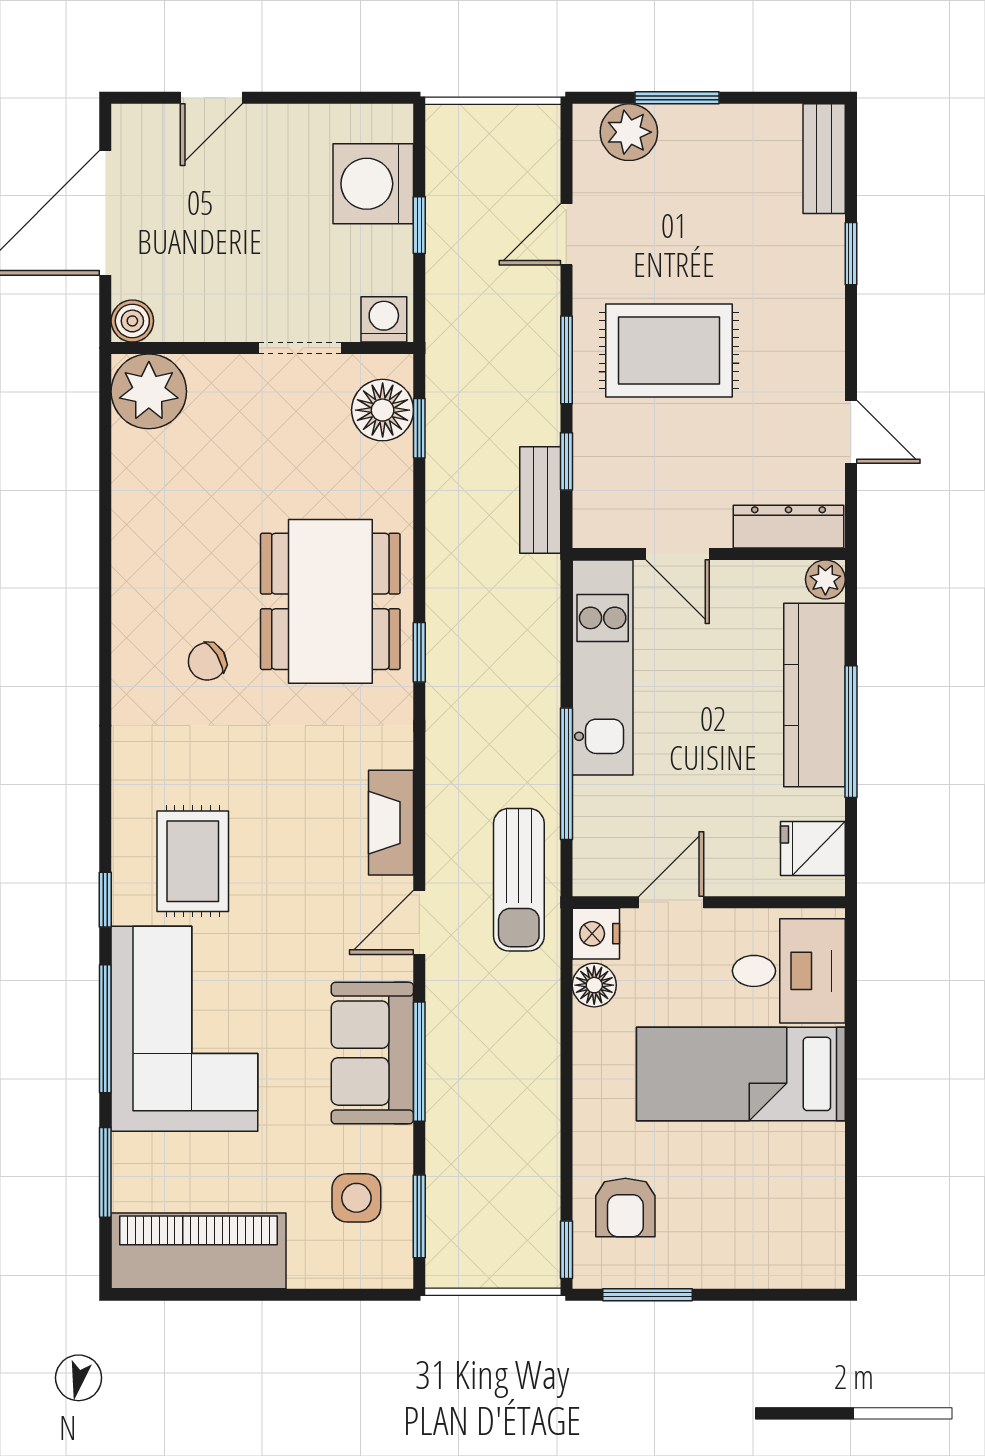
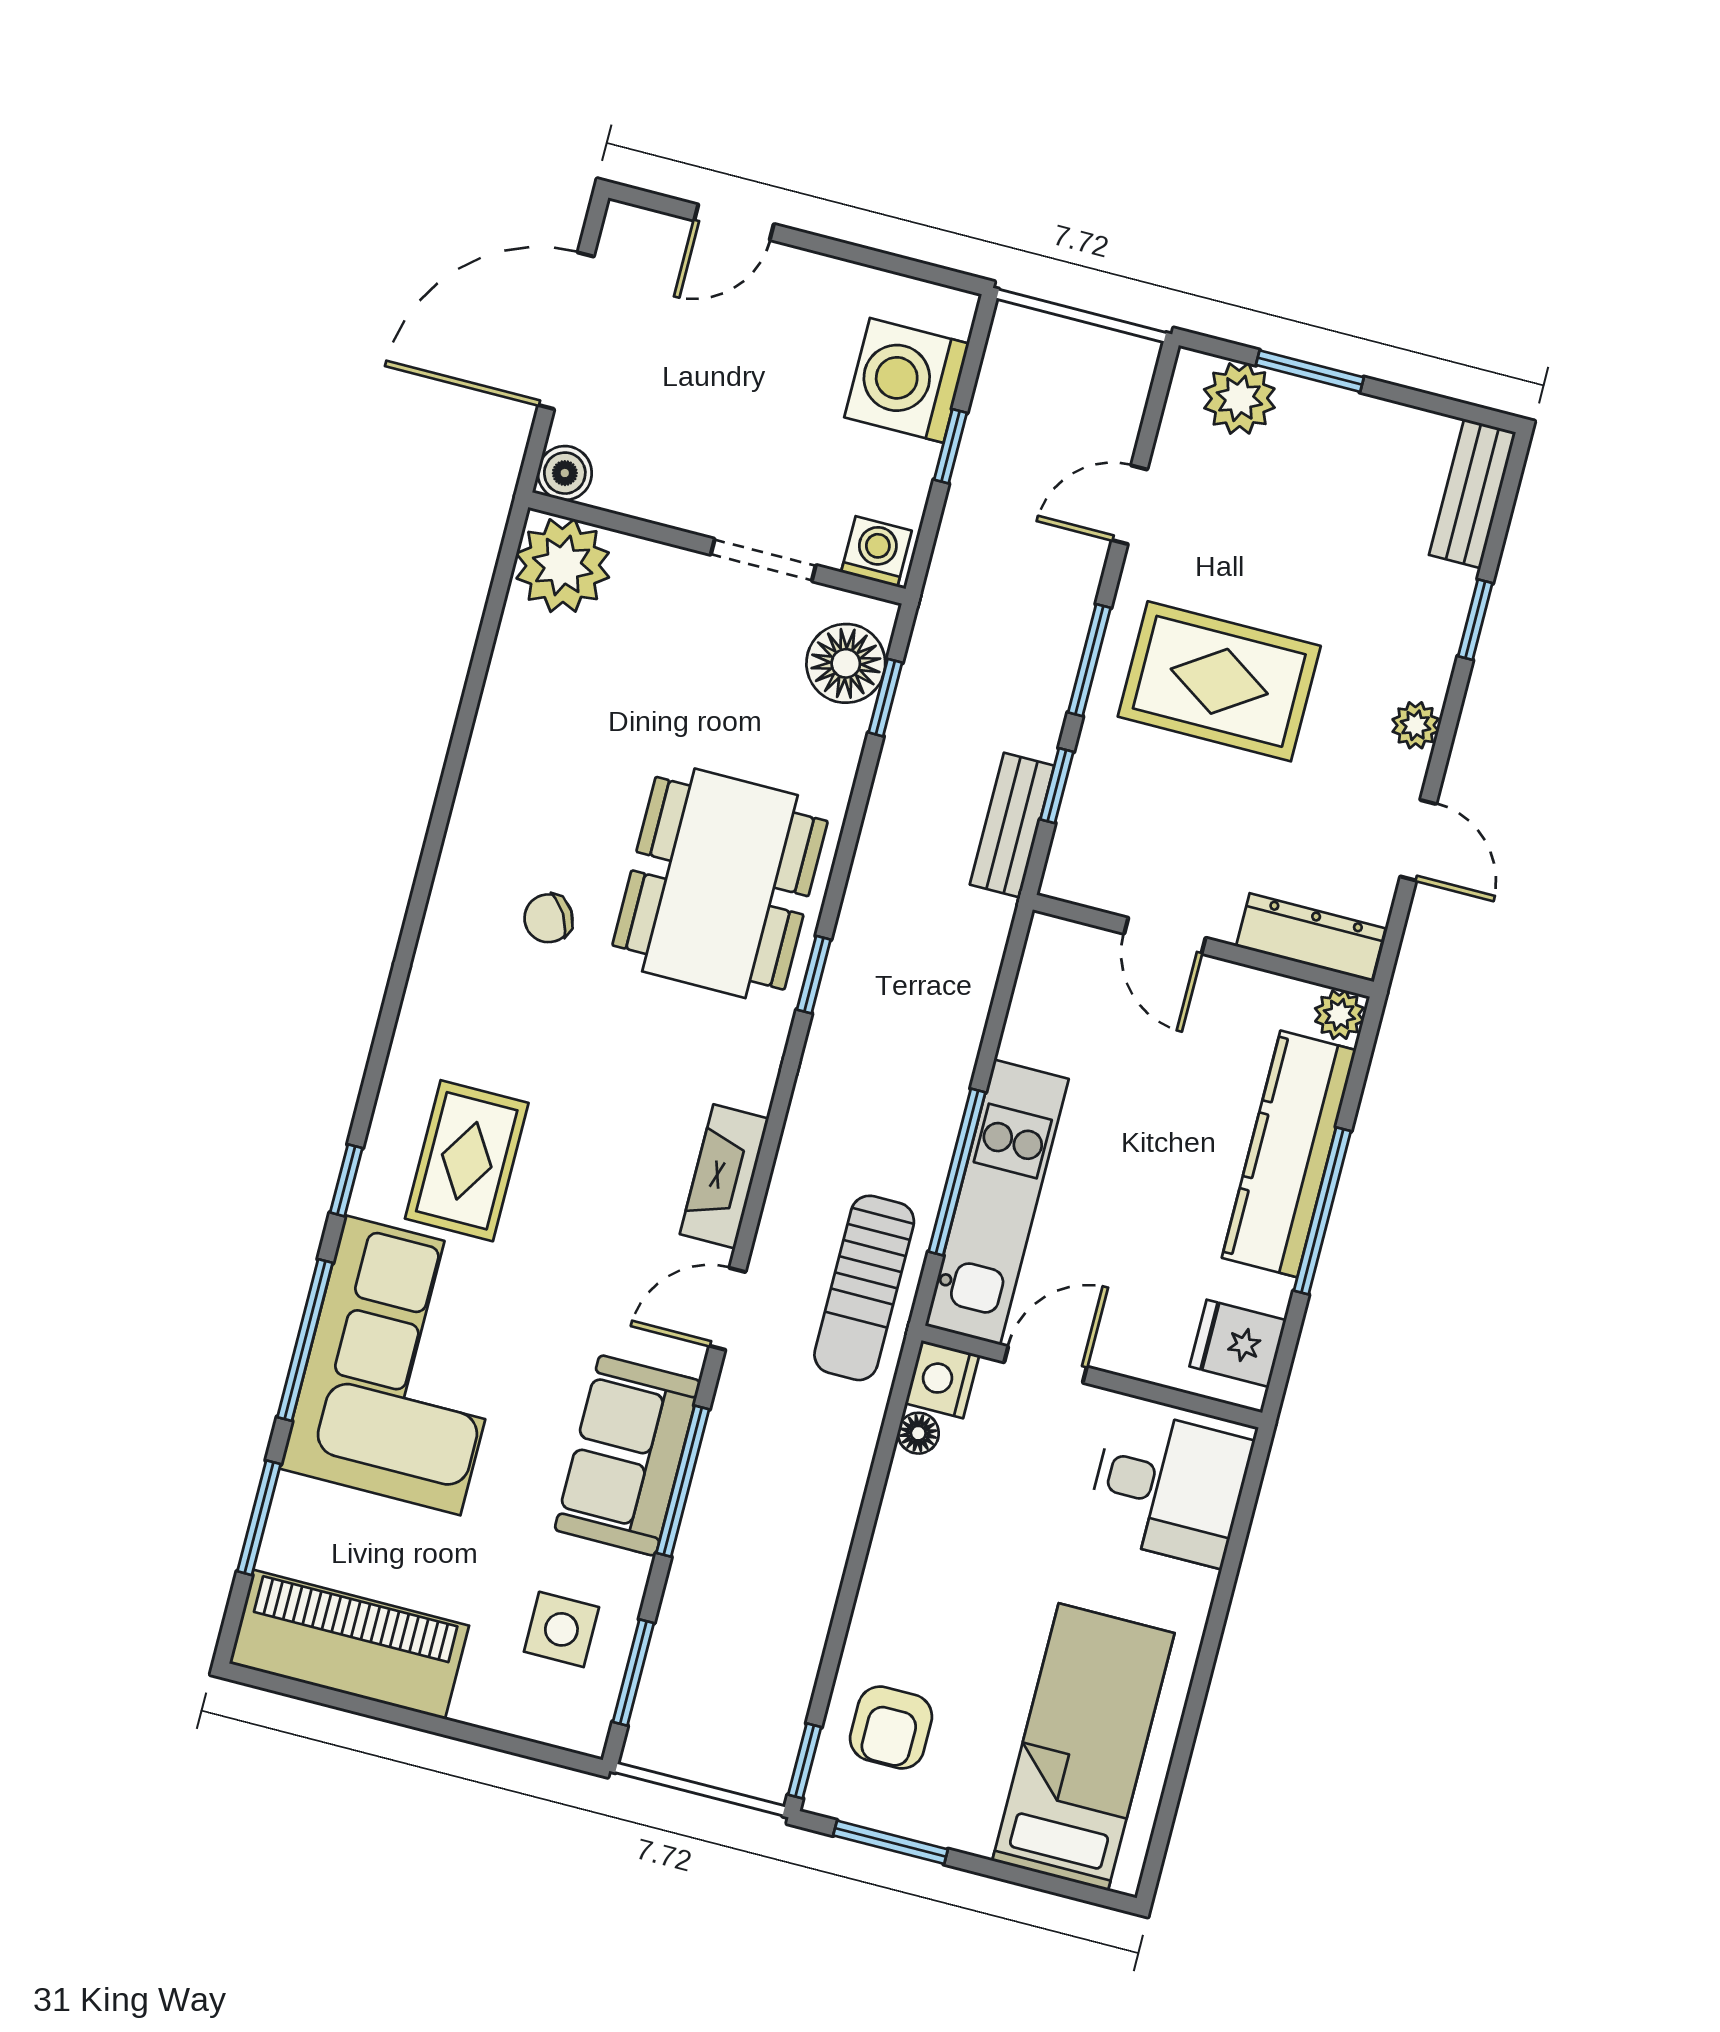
plant: (826, 345) -> (1416, 725), added
kitchen unit: (603, 667) -> (997, 1202), moved
floor lamp: (594, 985) -> (918, 1433), width x0.73, depth x0.73
bed: (741, 1074) -> (1083, 1747), moved, turned 90

